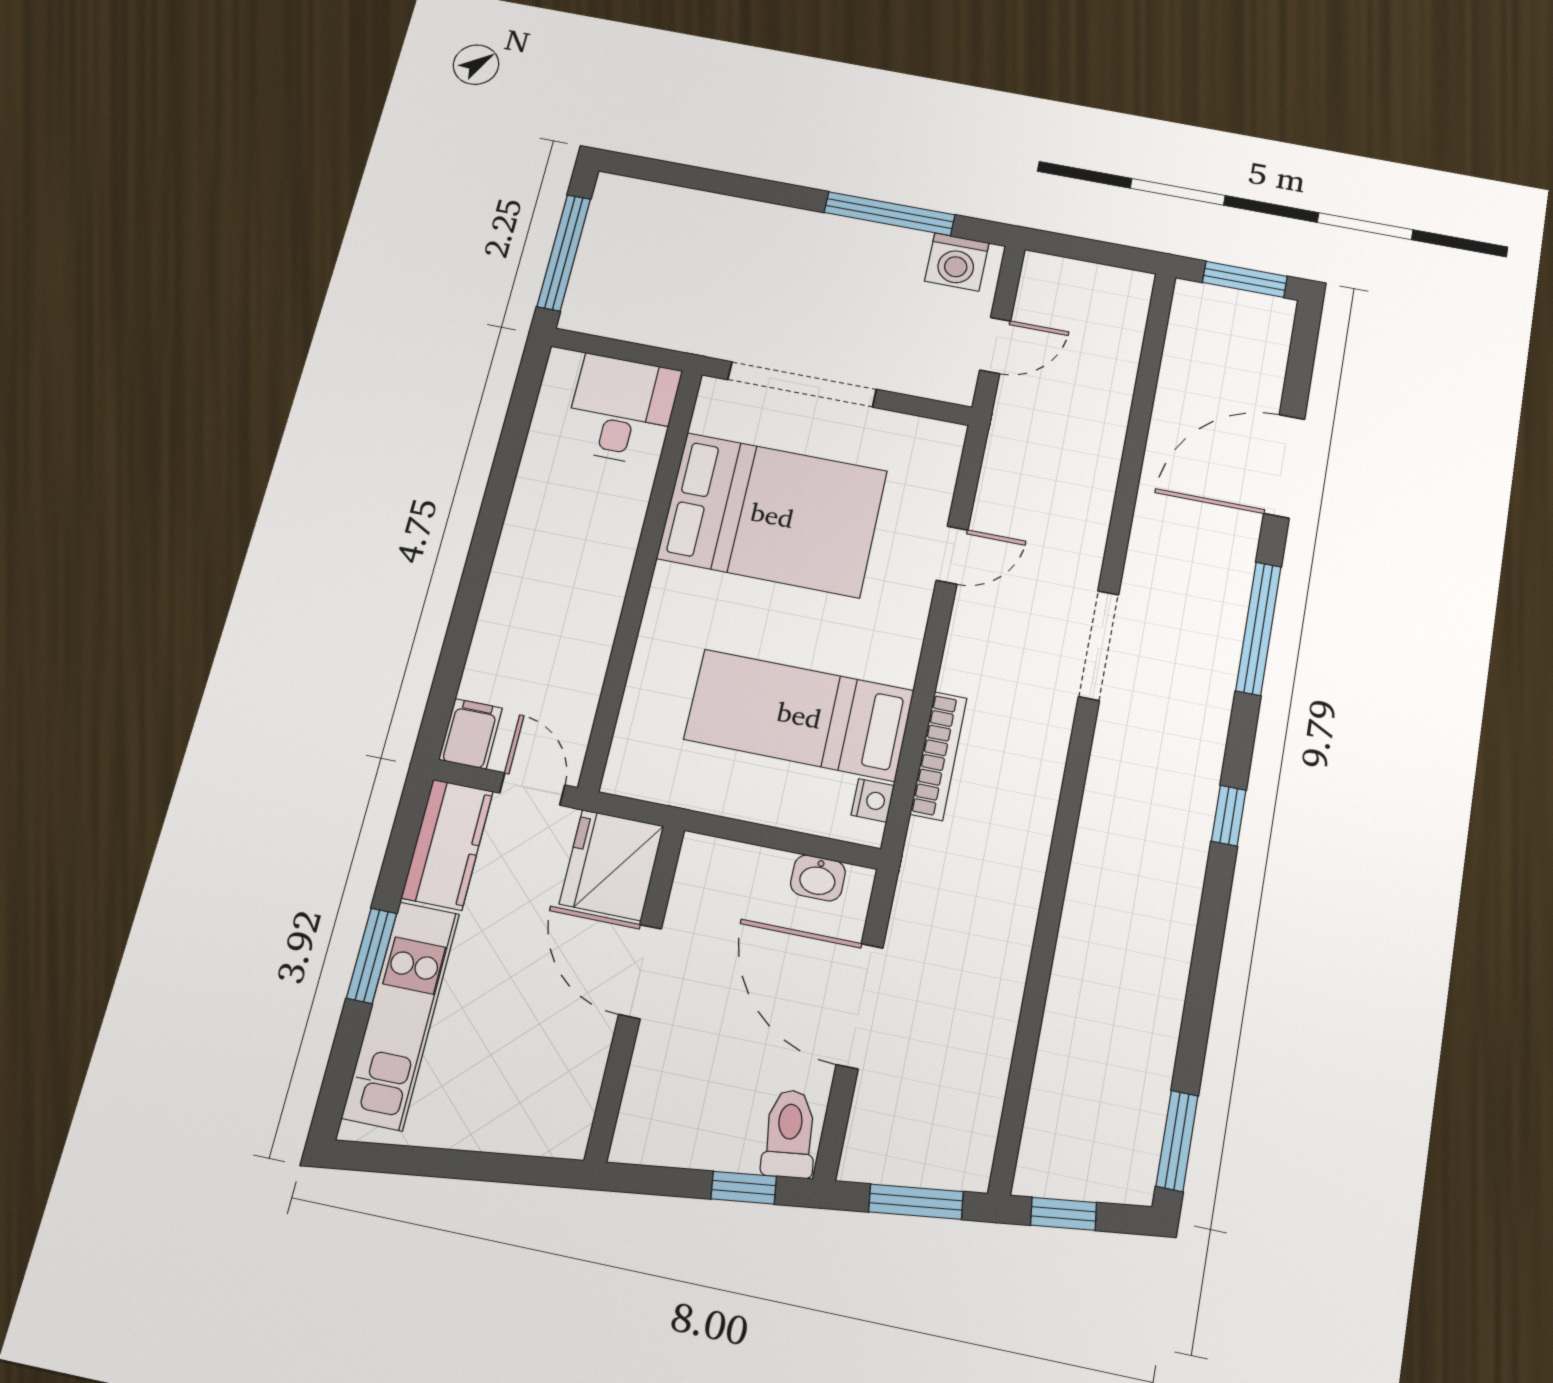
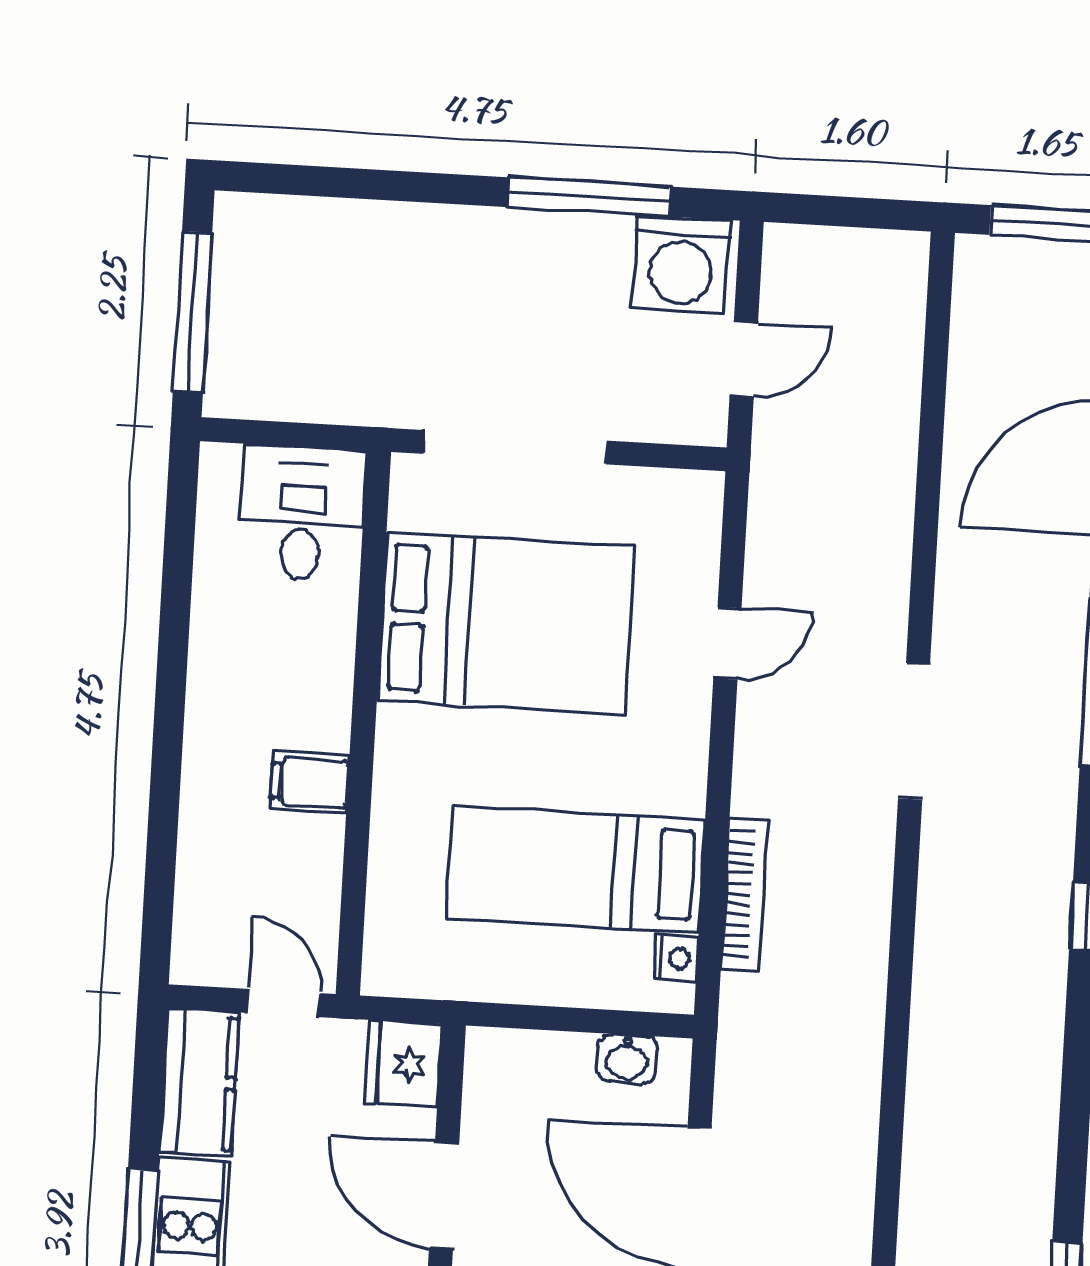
washing machine: (957, 262) -> (681, 265), width x1.37, depth x1.37
filing cabinet: (470, 734) -> (310, 782), moved, turned -90
fridge: (612, 865) -> (403, 1064), width x0.73, depth x0.75

